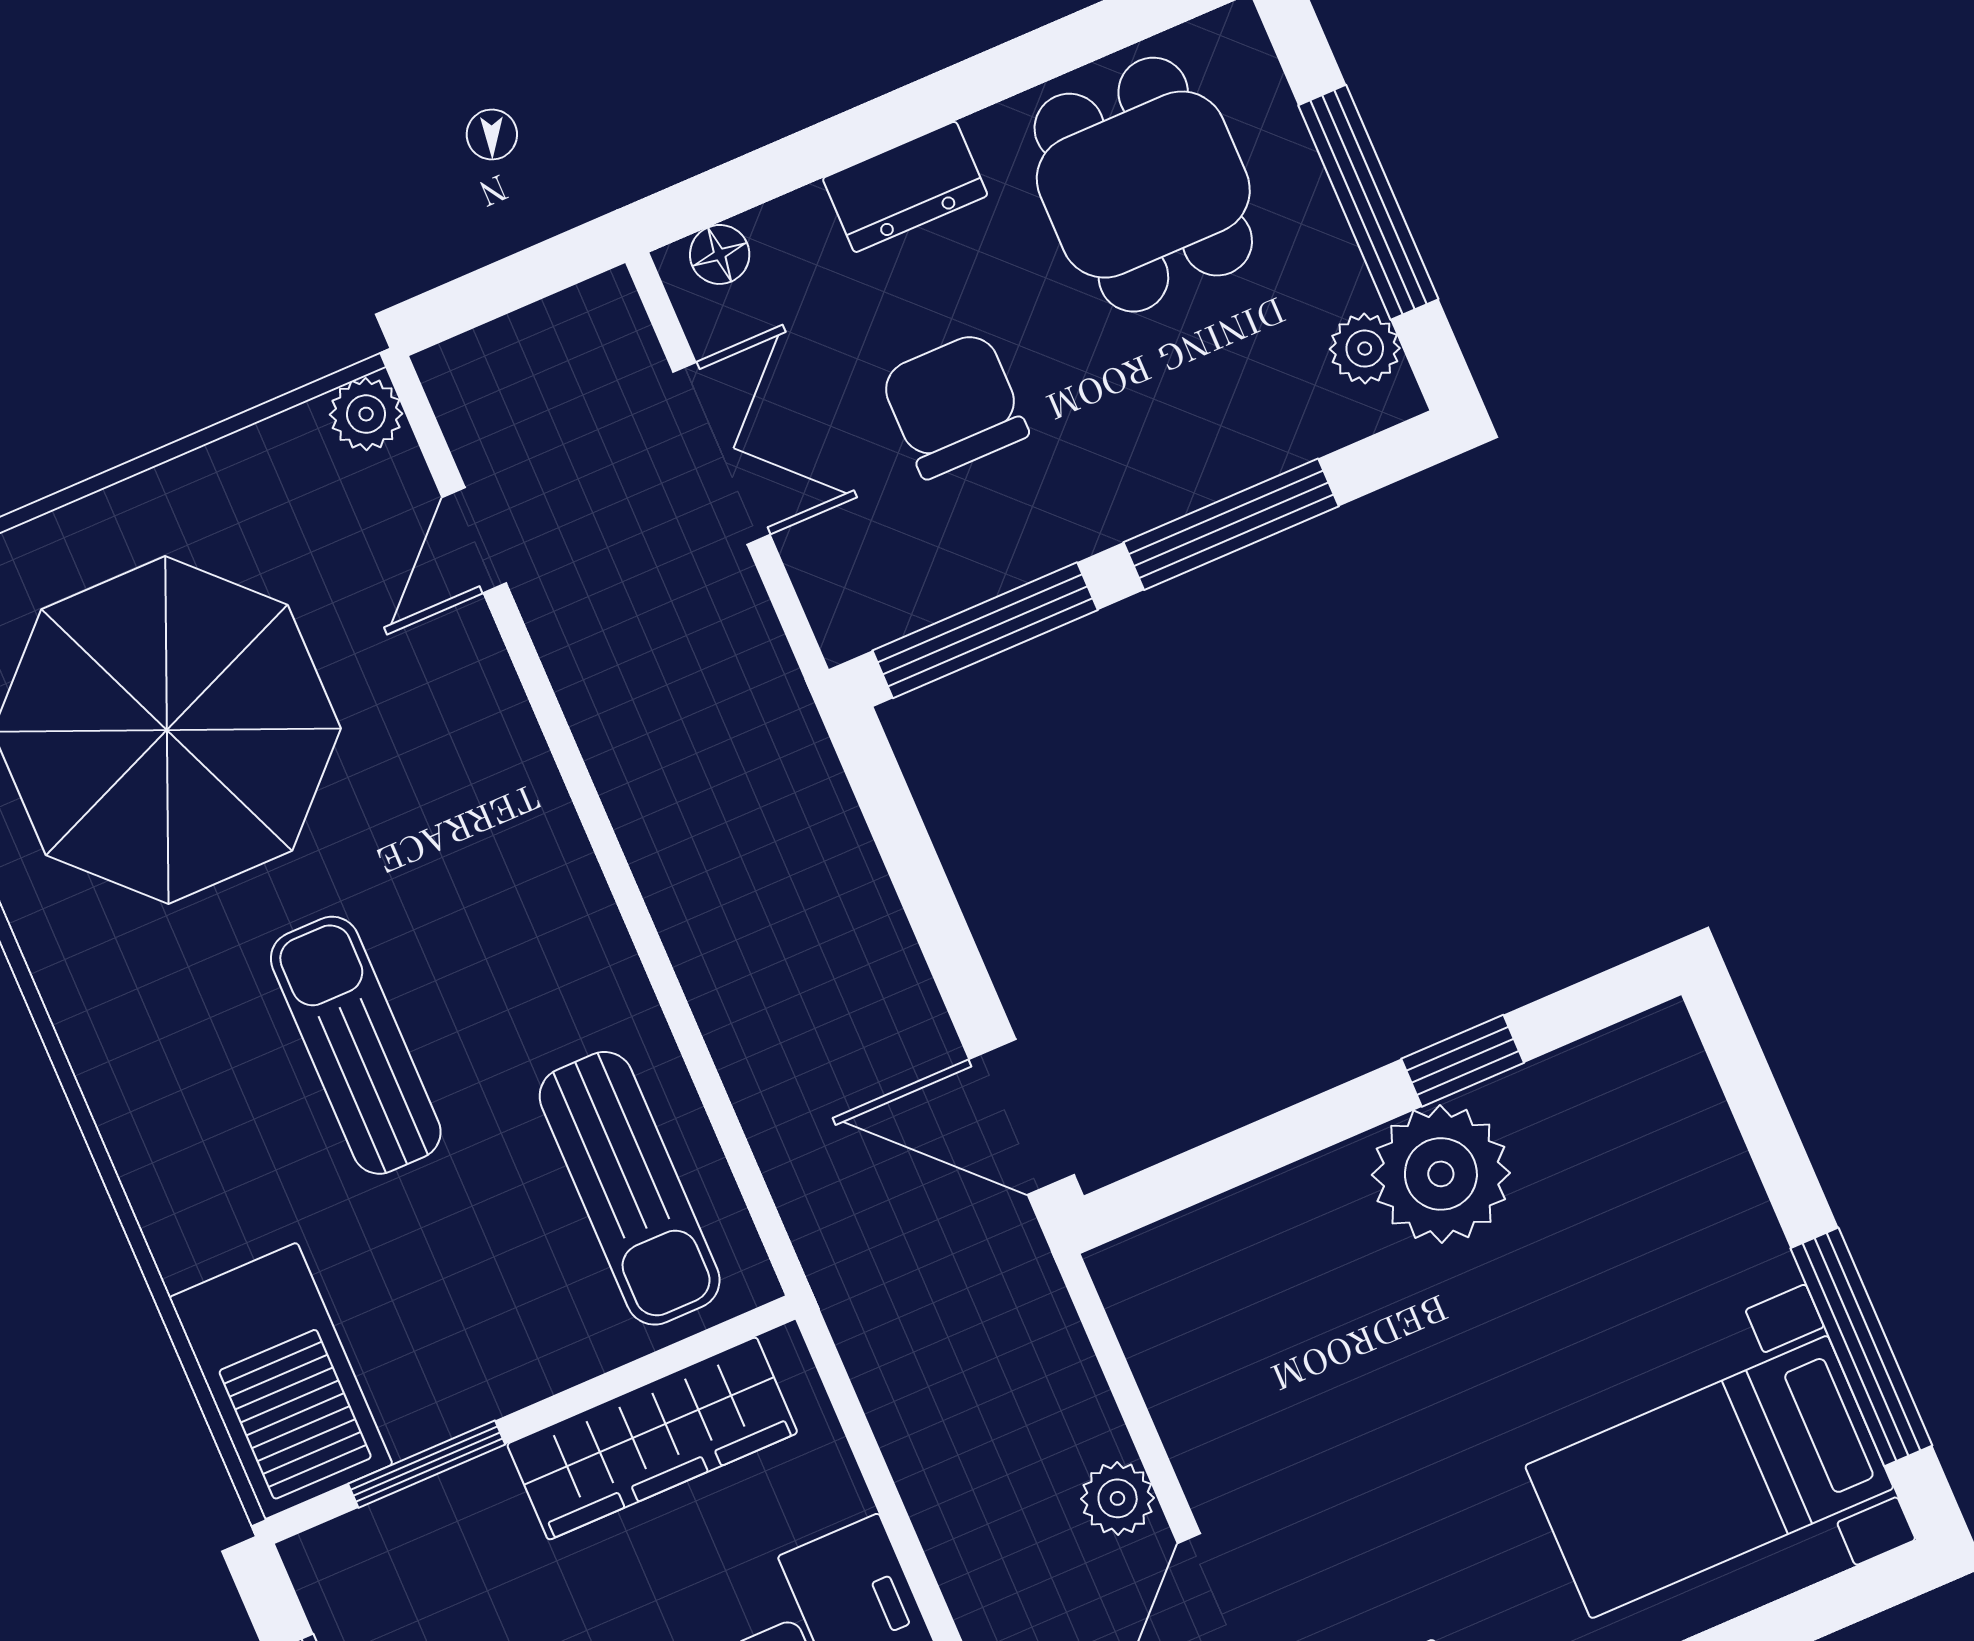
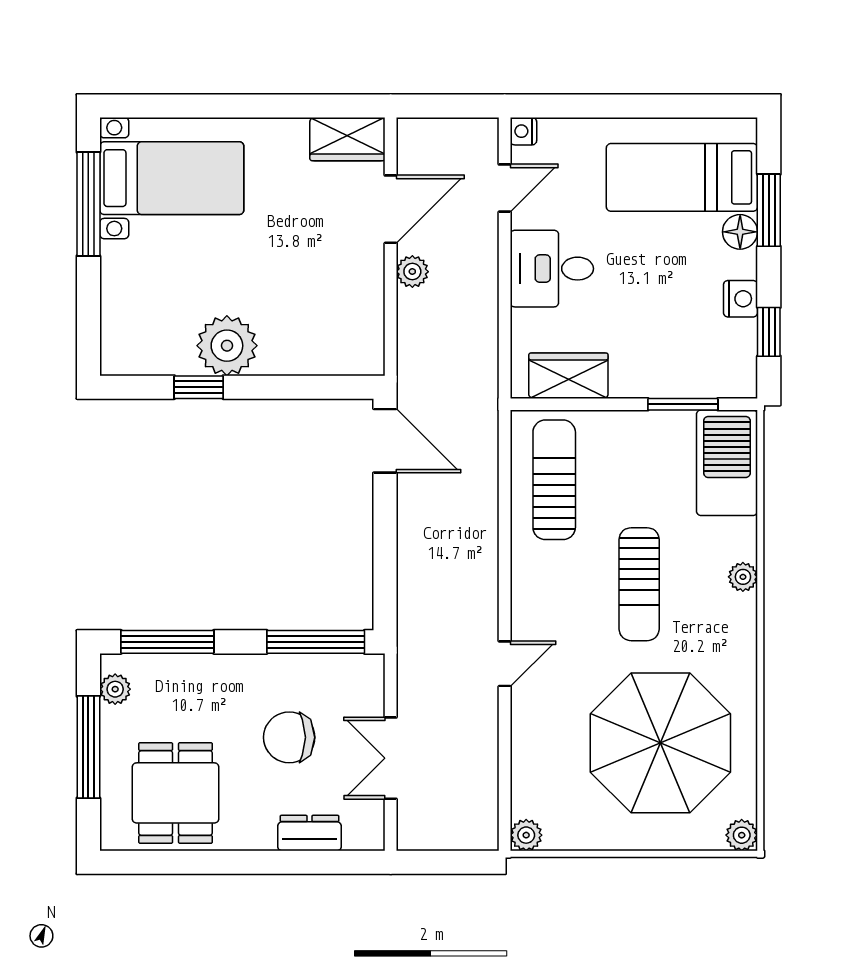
dresser: (905, 187) -> (309, 833), moved
floor lamp: (720, 254) -> (357, 838), removed
chair: (954, 405) -> (289, 737), turned 90
window: (1231, 524) -> (167, 642), moved
door: (474, 540) -> (505, 664), moved
plant: (144, 1155) -> (743, 577), added
wardrobe: (652, 1439) -> (568, 376), width x0.67

